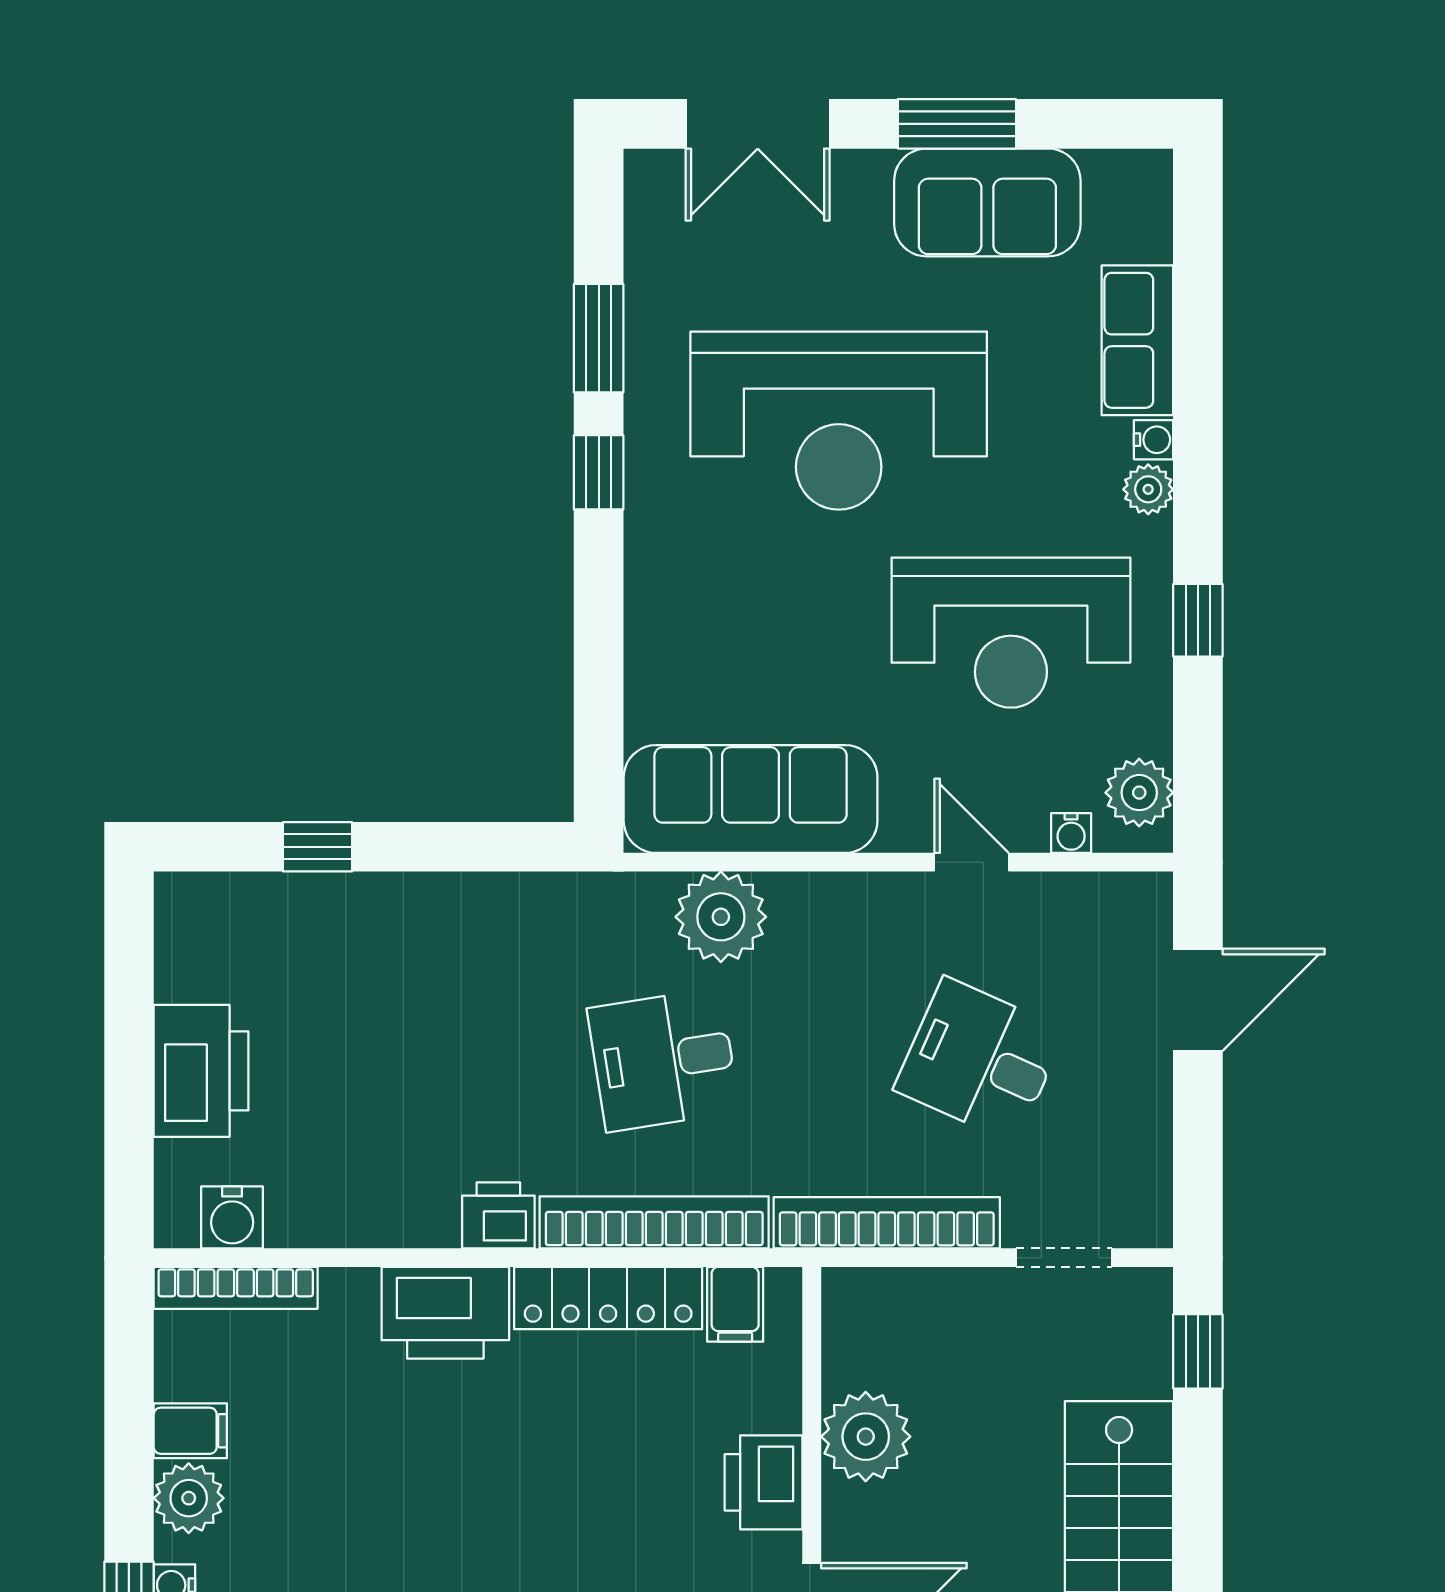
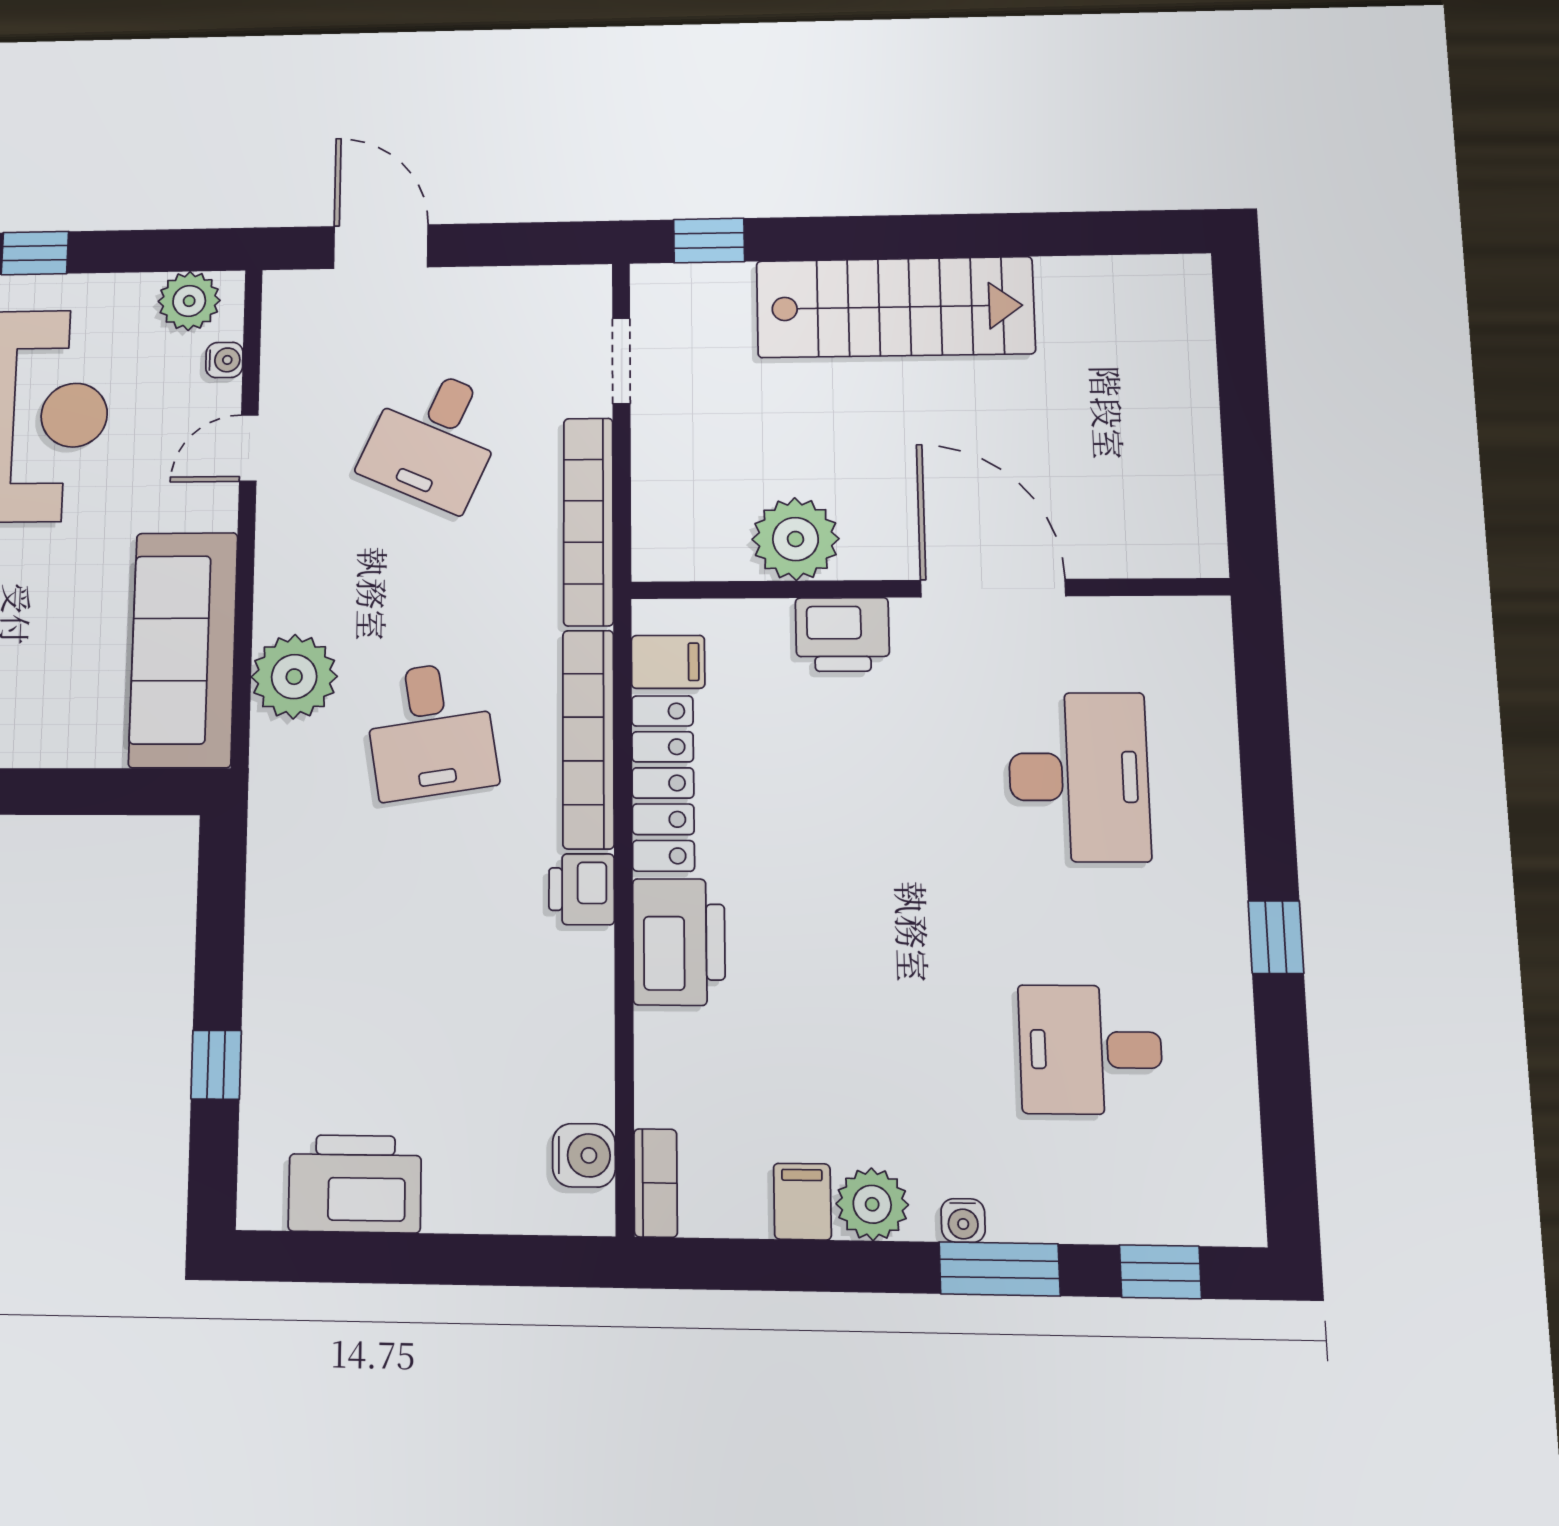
printer: (201, 1071) -> (355, 1184), moved
bookcase: (236, 1288) -> (656, 1183), width x0.64

